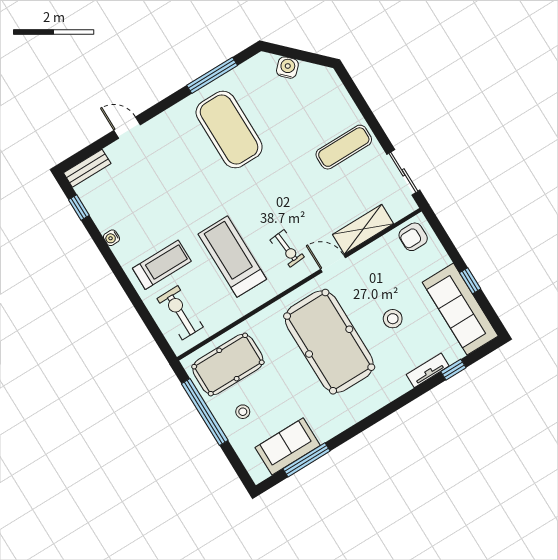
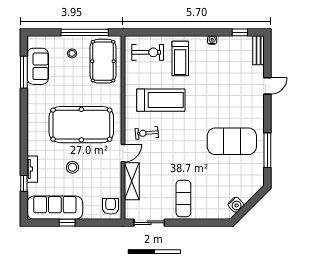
water cooler: (287, 68) -> (236, 205), moved

